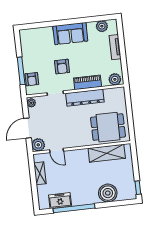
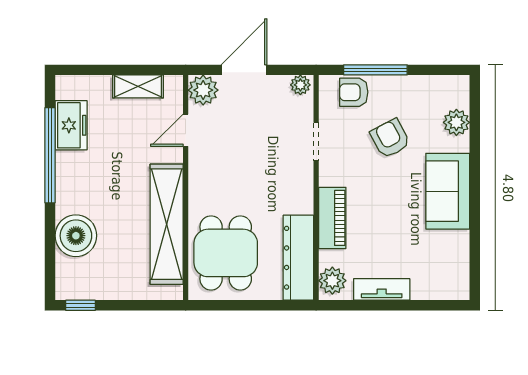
plant: (102, 26) -> (456, 122), moved
tv unit: (115, 47) -> (382, 289), moved
armchair: (62, 67) -> (390, 138), moved, turned 62
dresser: (85, 98) -> (298, 258), moved
door: (27, 128) -> (244, 70), hinge flipped
shelving: (107, 153) -> (167, 224), width x1.47

